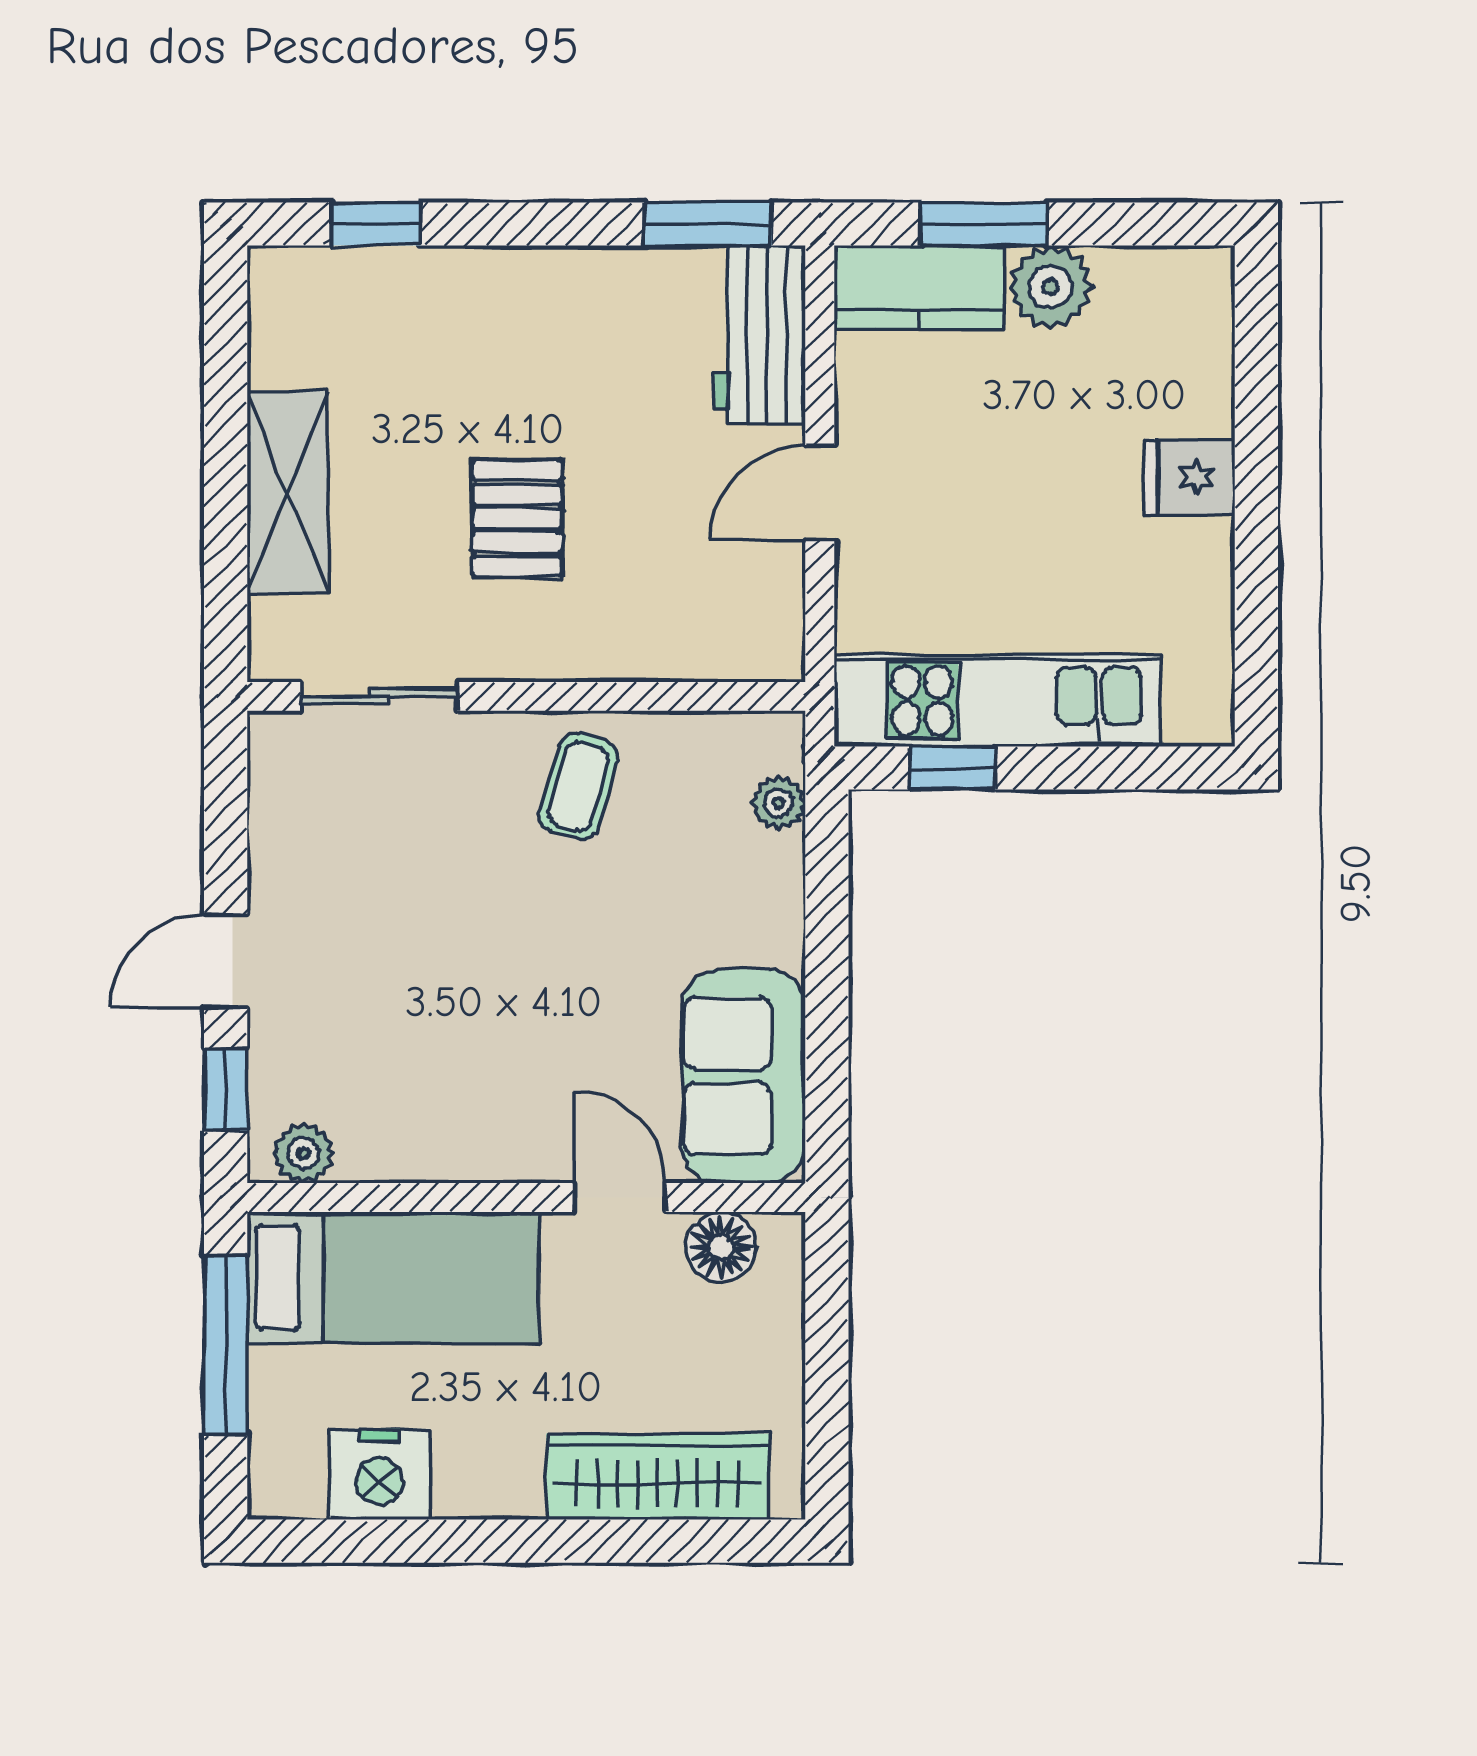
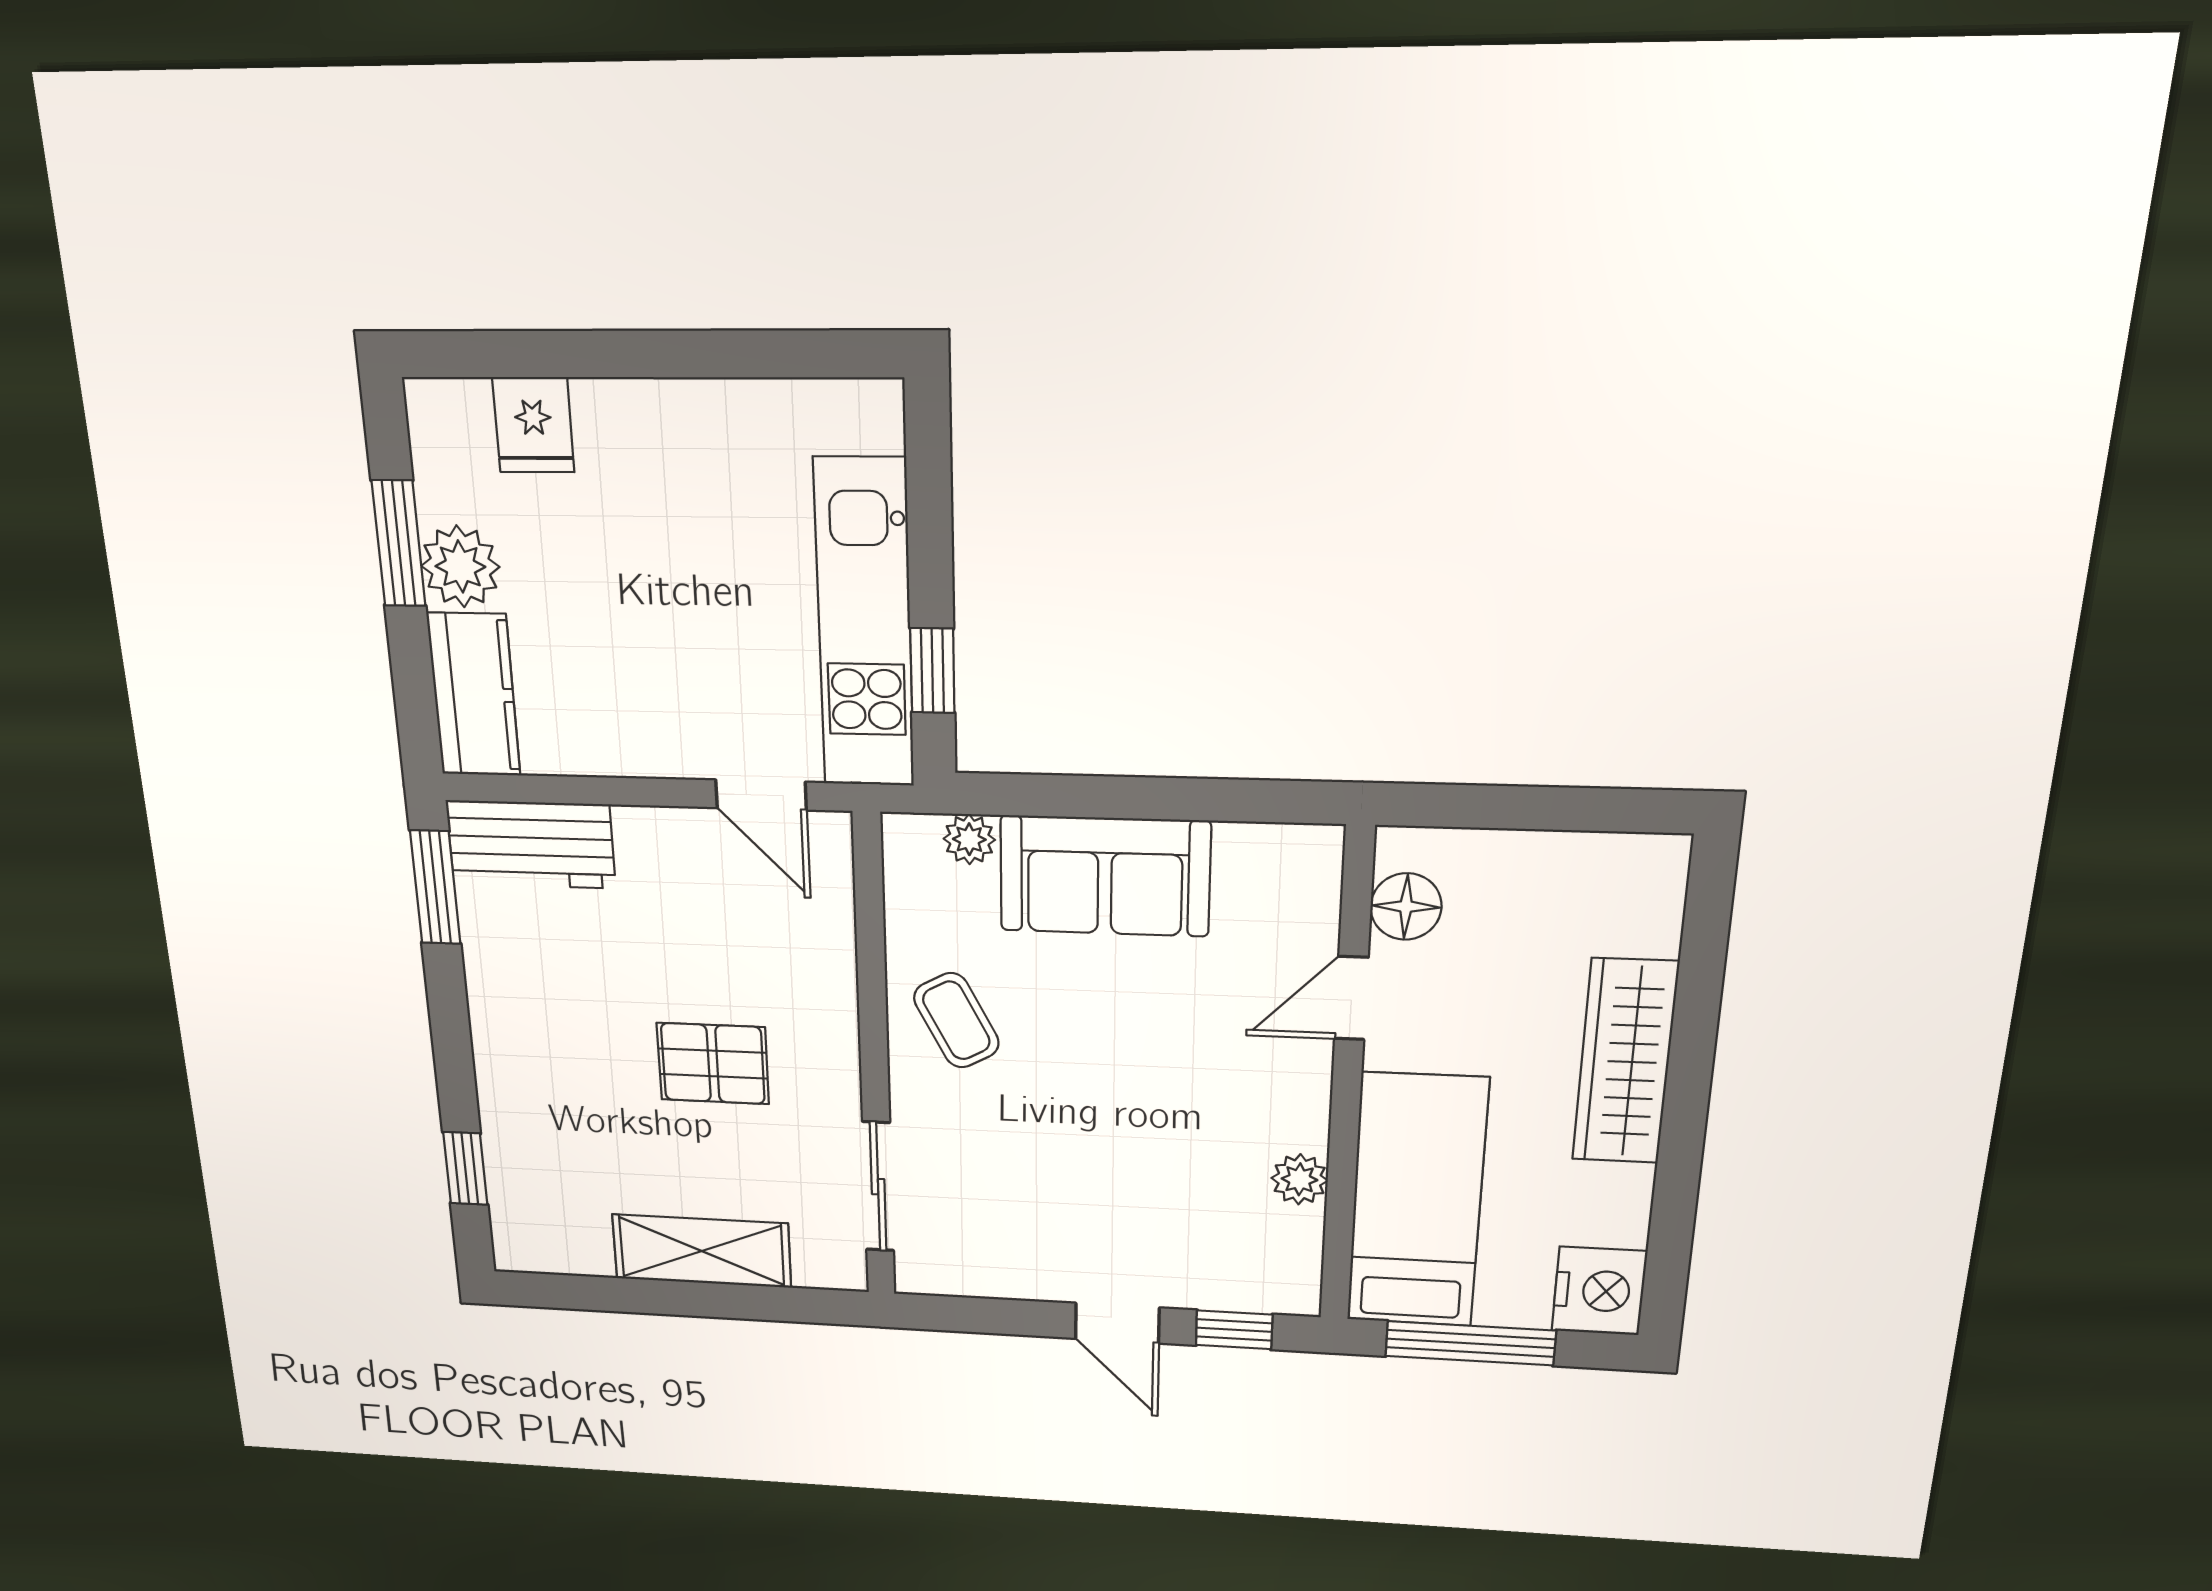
window: (984, 224) -> (399, 543), moved
fridge: (1190, 477) -> (533, 425), moved
door: (820, 493) -> (761, 795), moved
coffee table: (579, 786) -> (956, 1020), turned 46
sofa: (744, 1076) -> (1105, 876), moved
plant: (303, 1153) -> (1300, 1179), moved
nightstand: (380, 1474) -> (1599, 1291), moved
wardrobe: (658, 1477) -> (1625, 1062), moved

